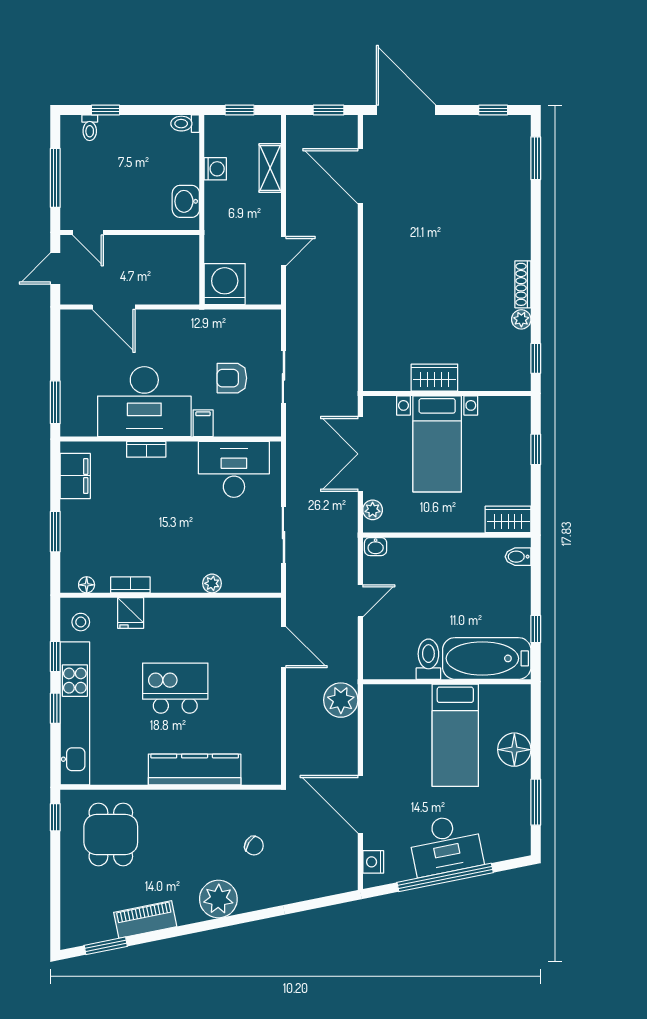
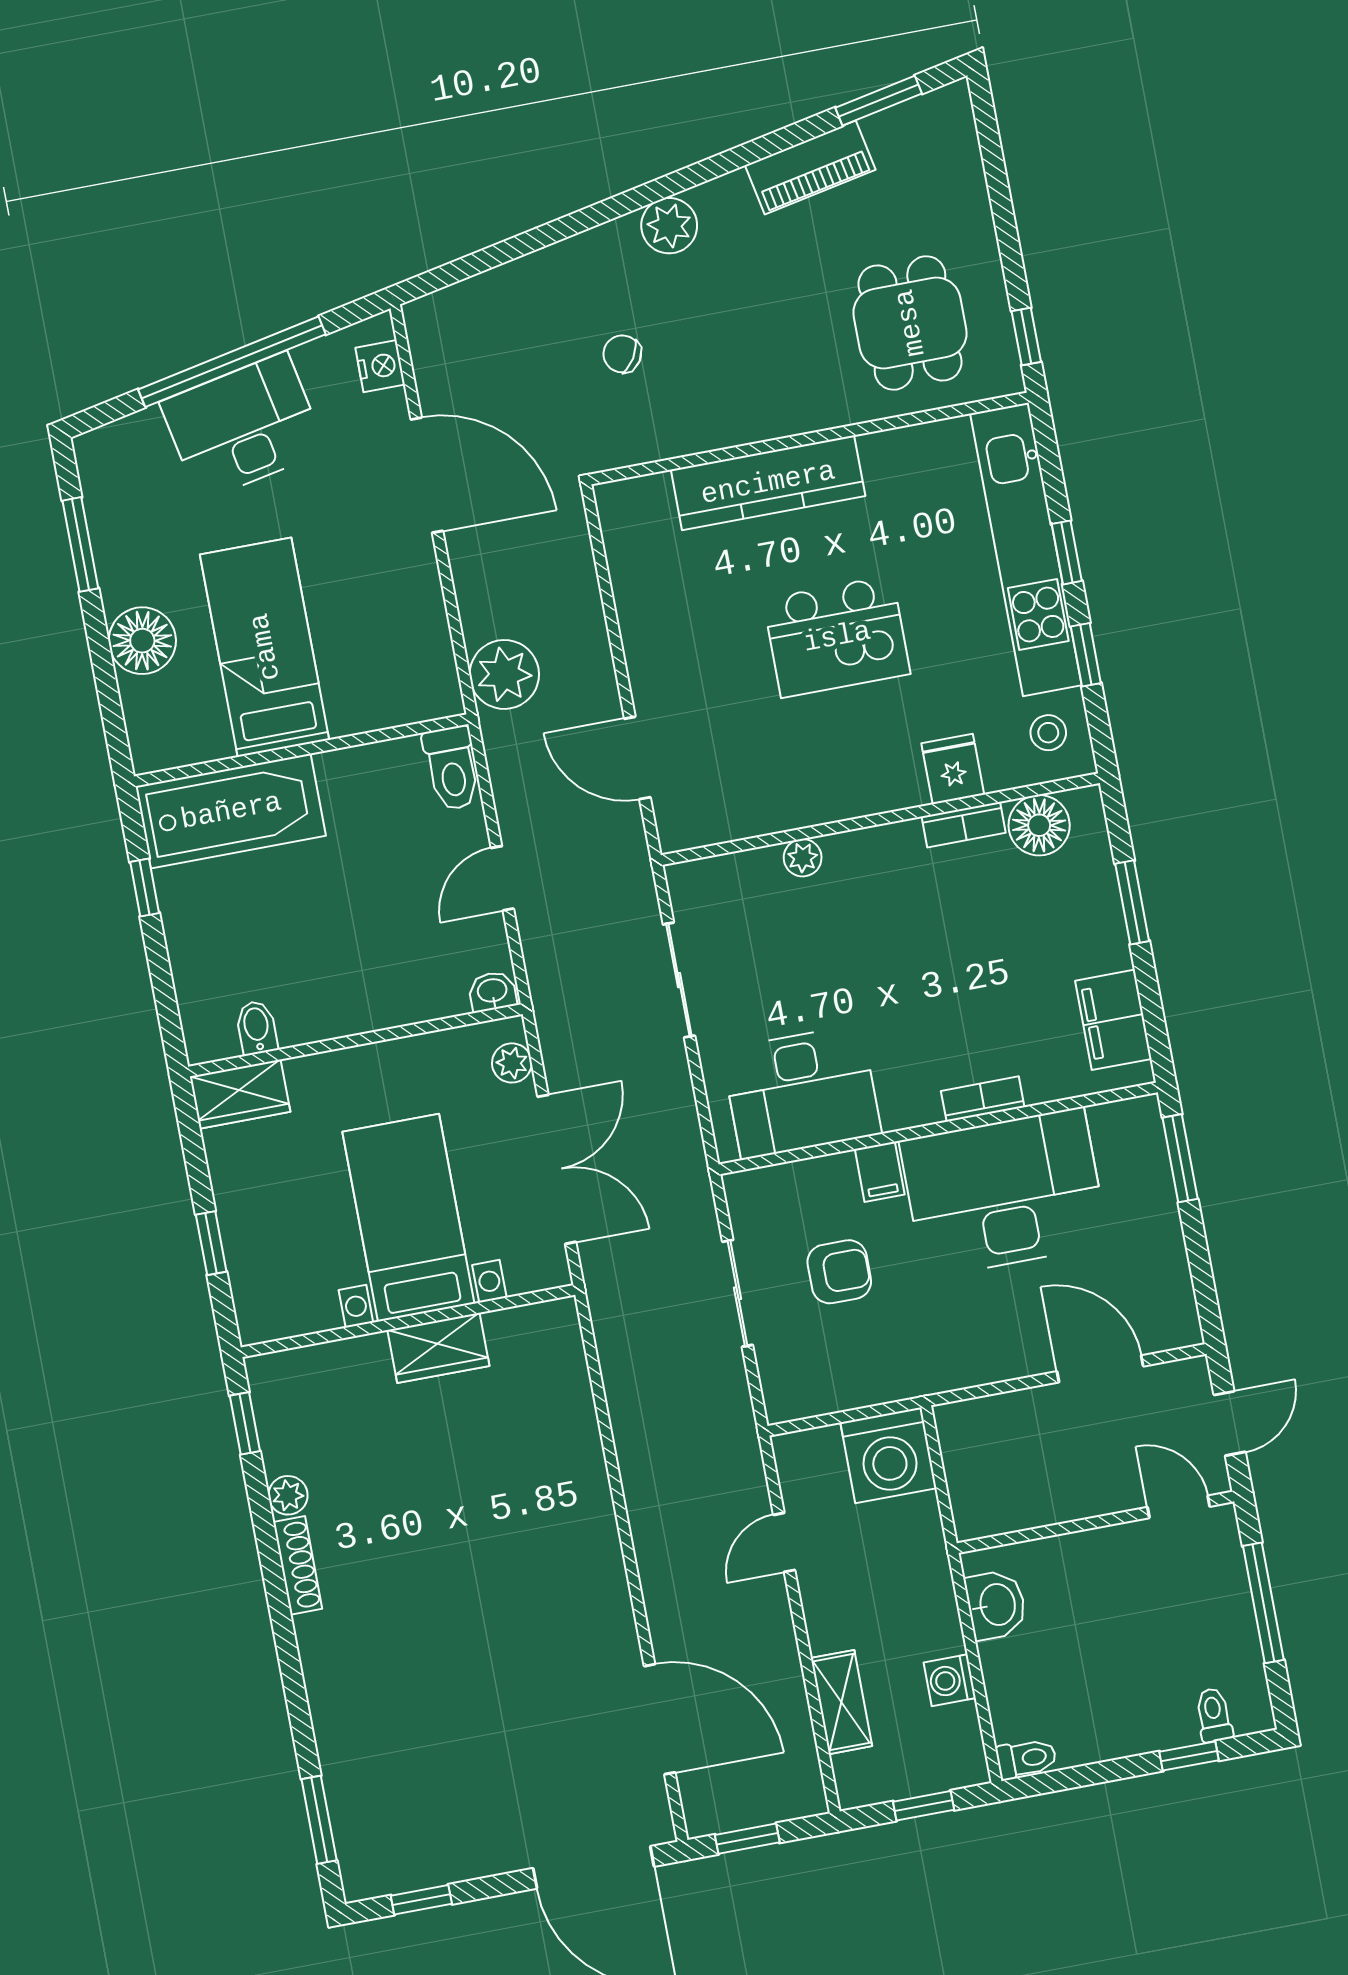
bidet: (518, 557) -> (257, 1028), moved, turned -90
floor lamp: (87, 585) -> (1039, 825), width x1.89, depth x1.89
toilet: (428, 659) -> (452, 768), moved
plant: (218, 899) -> (669, 226), width x0.73, depth x0.73

